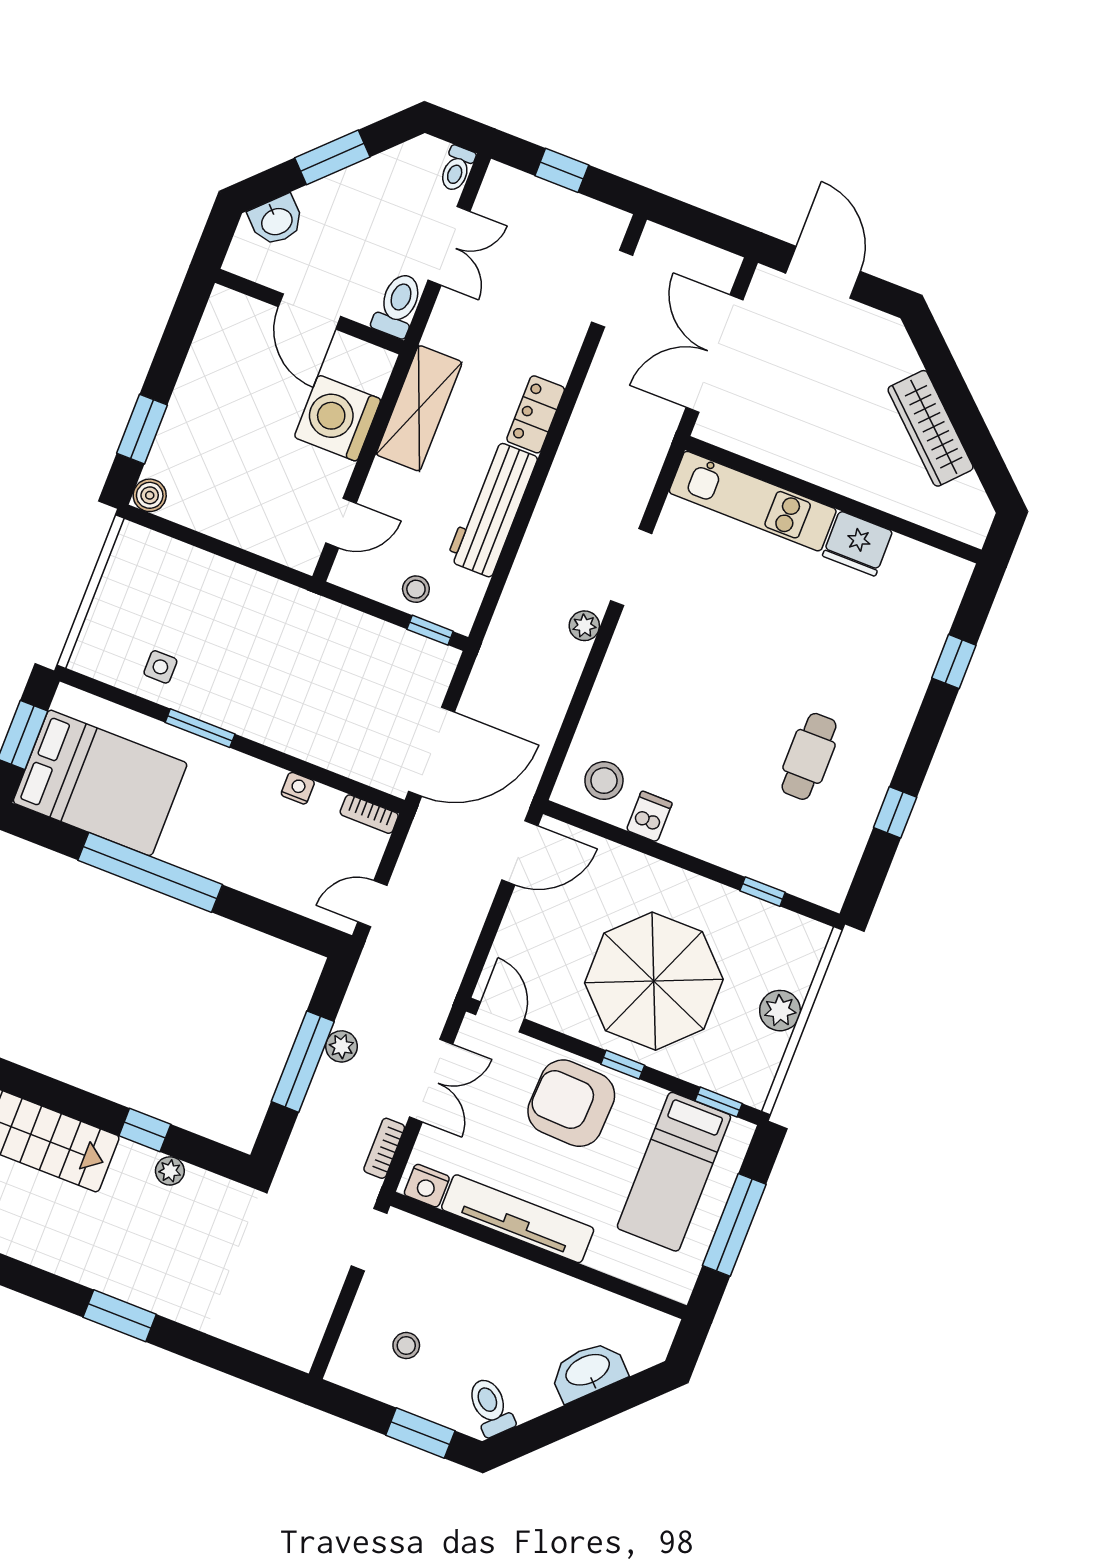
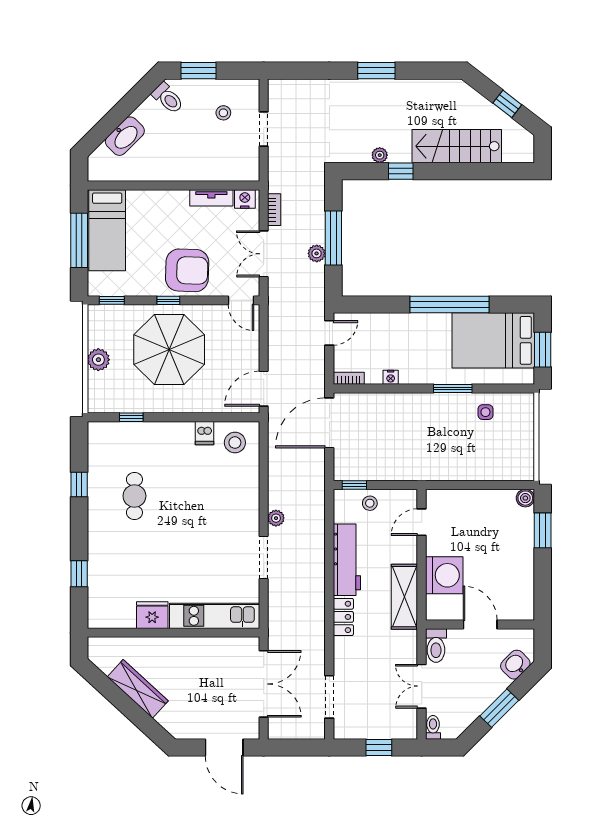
bed: (674, 1172) -> (107, 230), moved, turned 180
tv unit: (518, 1219) -> (211, 198), width x0.52, depth x0.78
doorway: (369, 1240) -> (264, 129), moved

